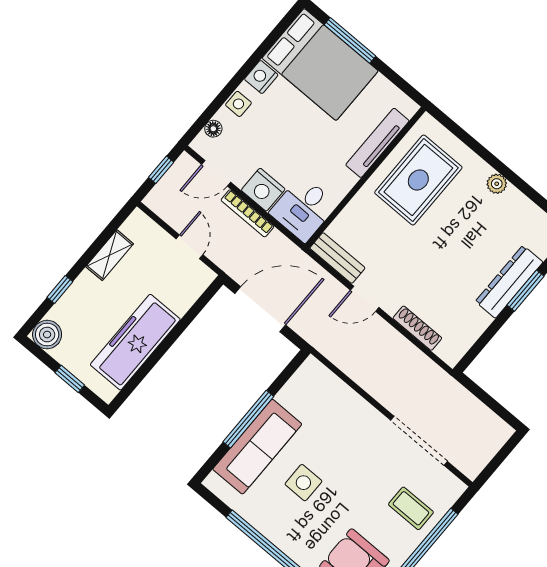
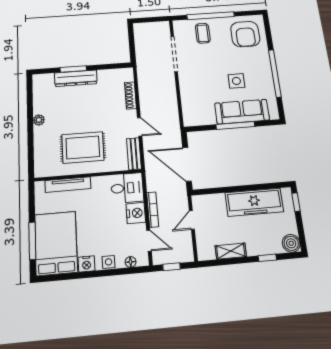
rug: (418, 180) -> (83, 147), moved
window: (70, 379) -> (296, 202), moved

